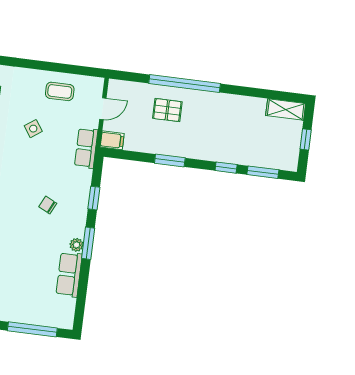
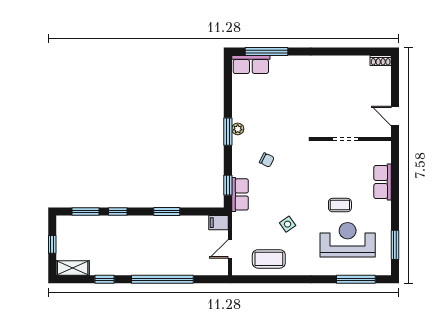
coffee table: (60, 91) -> (269, 259), width x1.36, depth x1.30
window: (251, 92) -> (105, 279), added
pallet: (167, 110) -> (174, 255), removed
row of seats: (86, 148) -> (240, 194), moved
window: (94, 198) -> (228, 185), moved
row of seats: (69, 274) -> (251, 64), moved, turned 90

